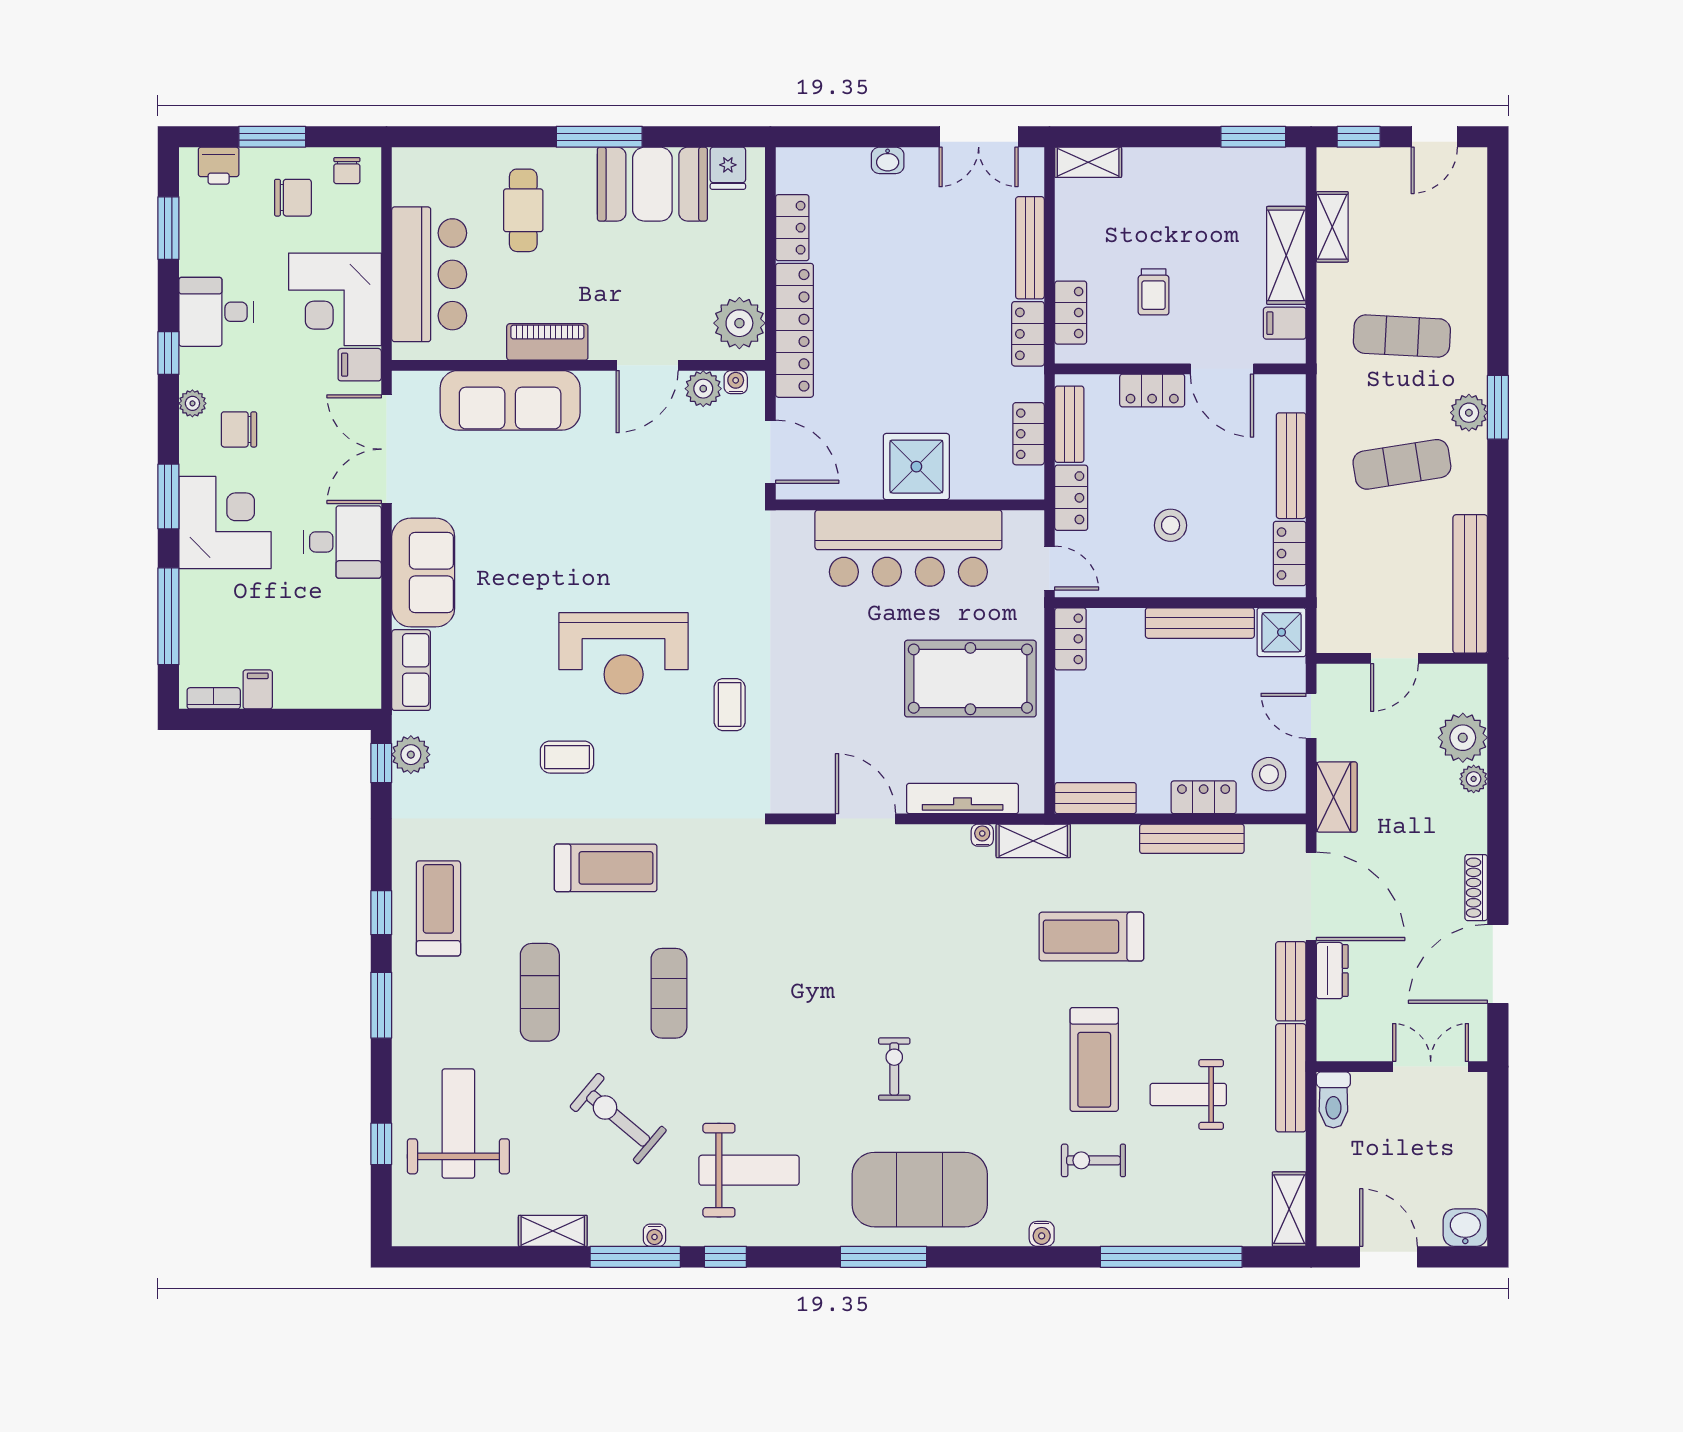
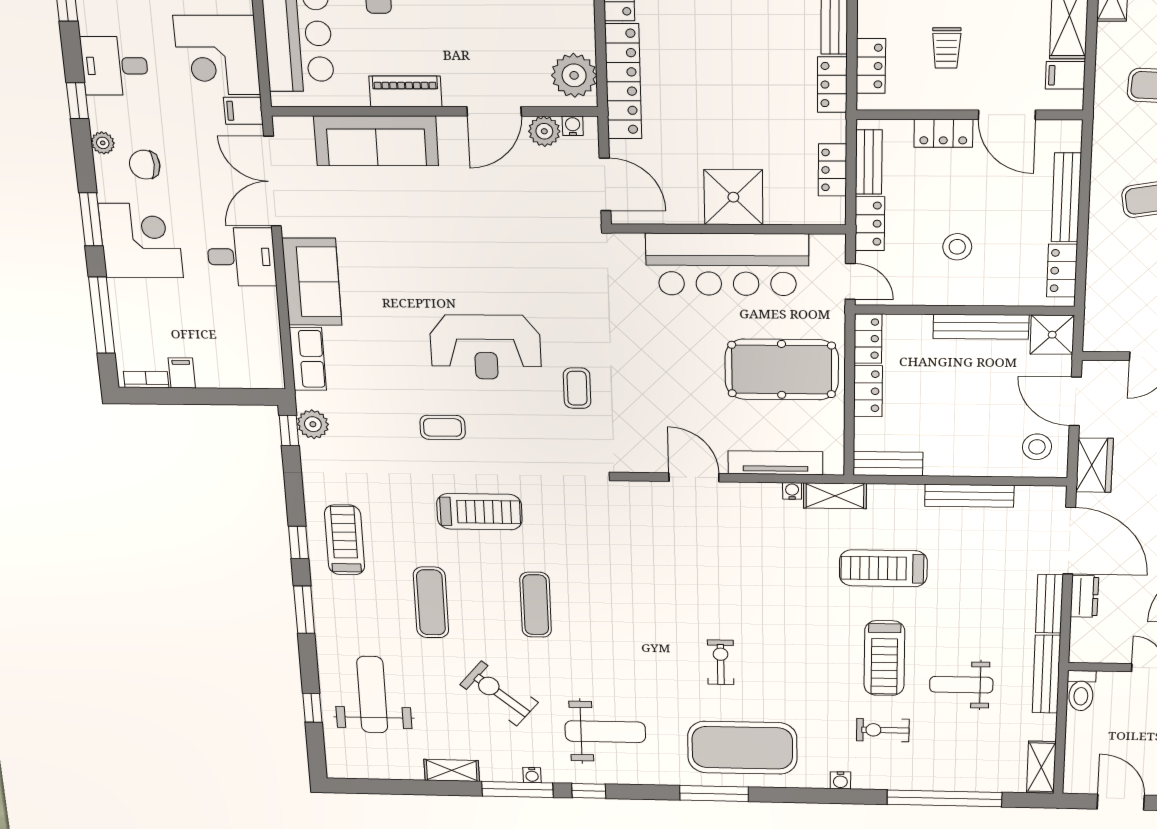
door: (1311, 716) -> (1075, 401), width x1.38
locker: (1204, 797) -> (868, 391), moved, turned 90

